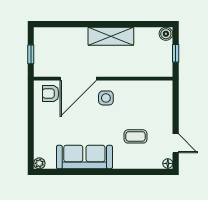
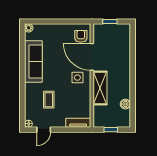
boiler: (166, 34) -> (125, 104), moved
shelving: (111, 36) -> (100, 88), moved
tv unit: (166, 97) -> (78, 123), added

